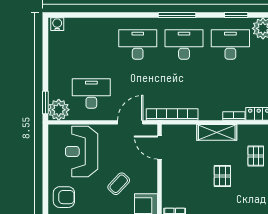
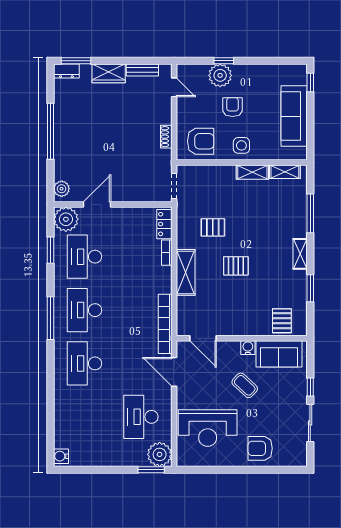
door: (160, 148) -> (203, 338), hinge flipped
water cooler: (151, 186) -> (248, 348), added
armchair: (64, 197) -> (260, 448), turned -90

